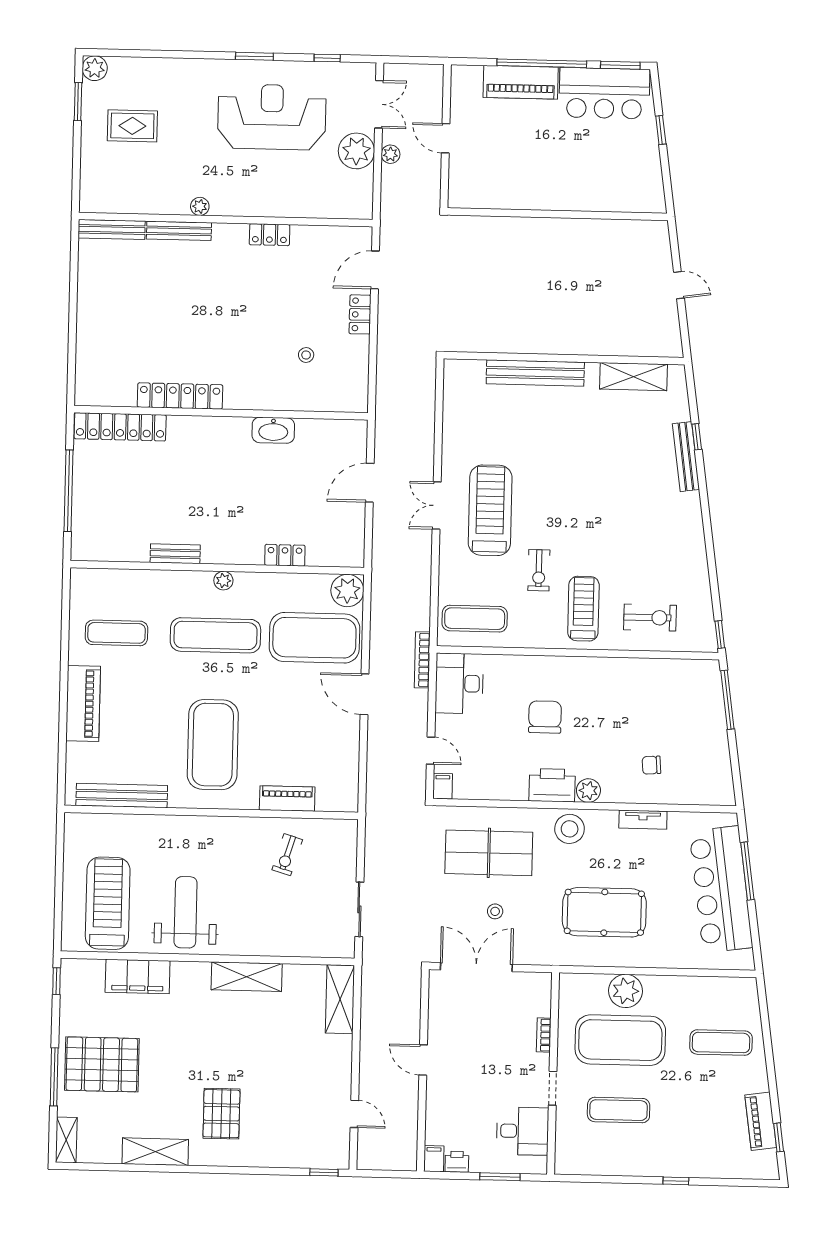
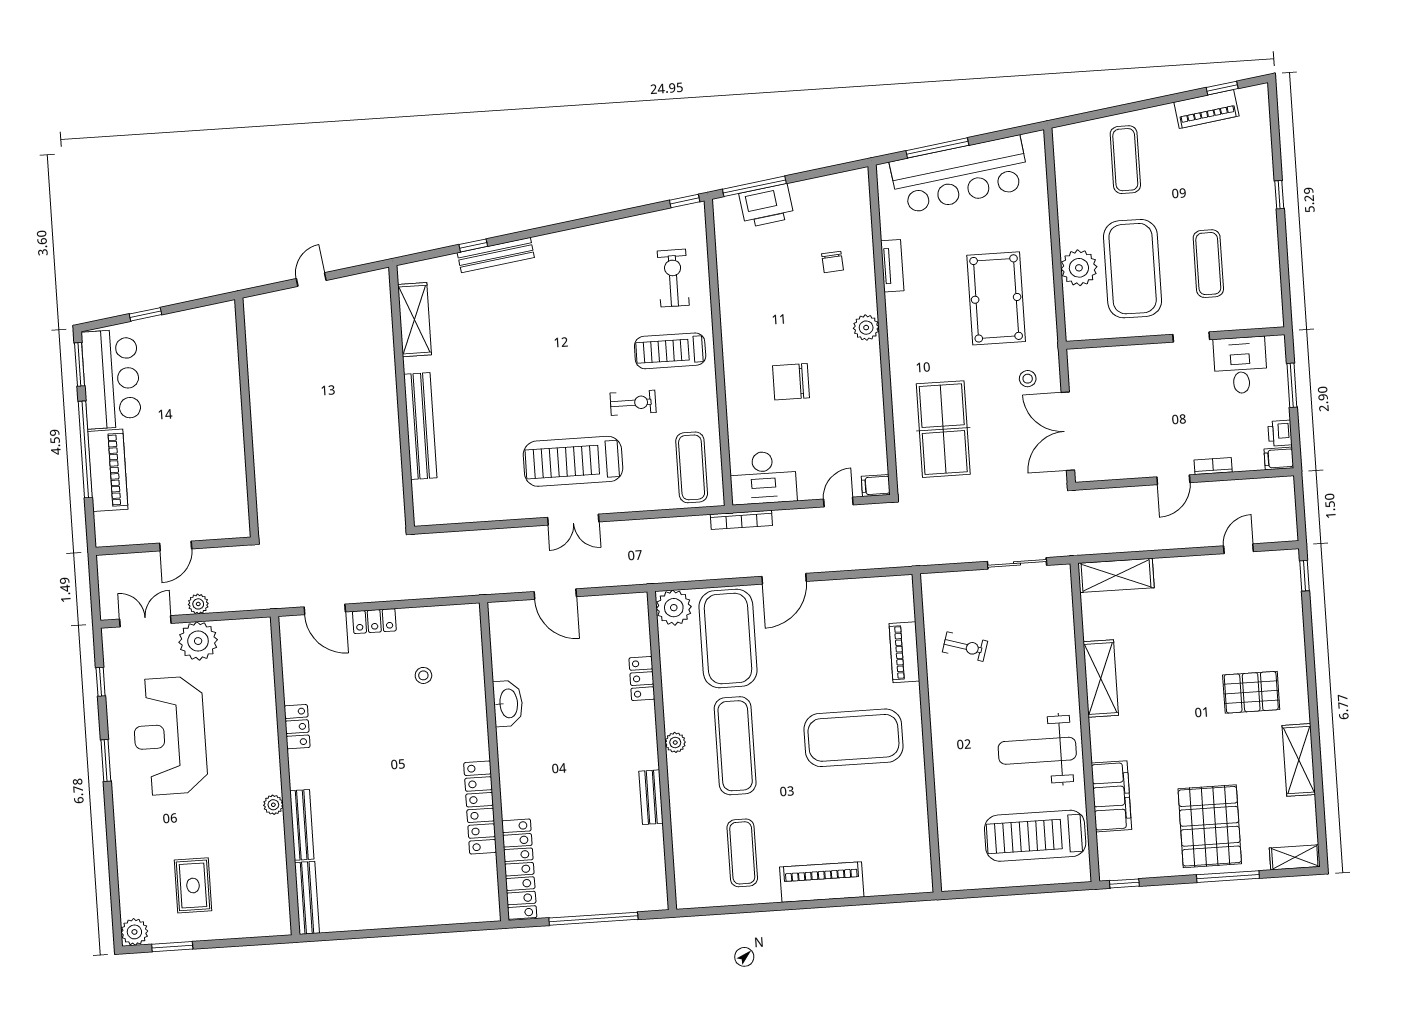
printer: (552, 785) -> (766, 206), moved, turned -98
bench: (122, 795) -> (917, 831), removed
stool: (570, 829) -> (909, 344), removed
stool: (495, 911) -> (1028, 379), moved
bookcase: (544, 1035) -> (1213, 466), moved, turned 180

